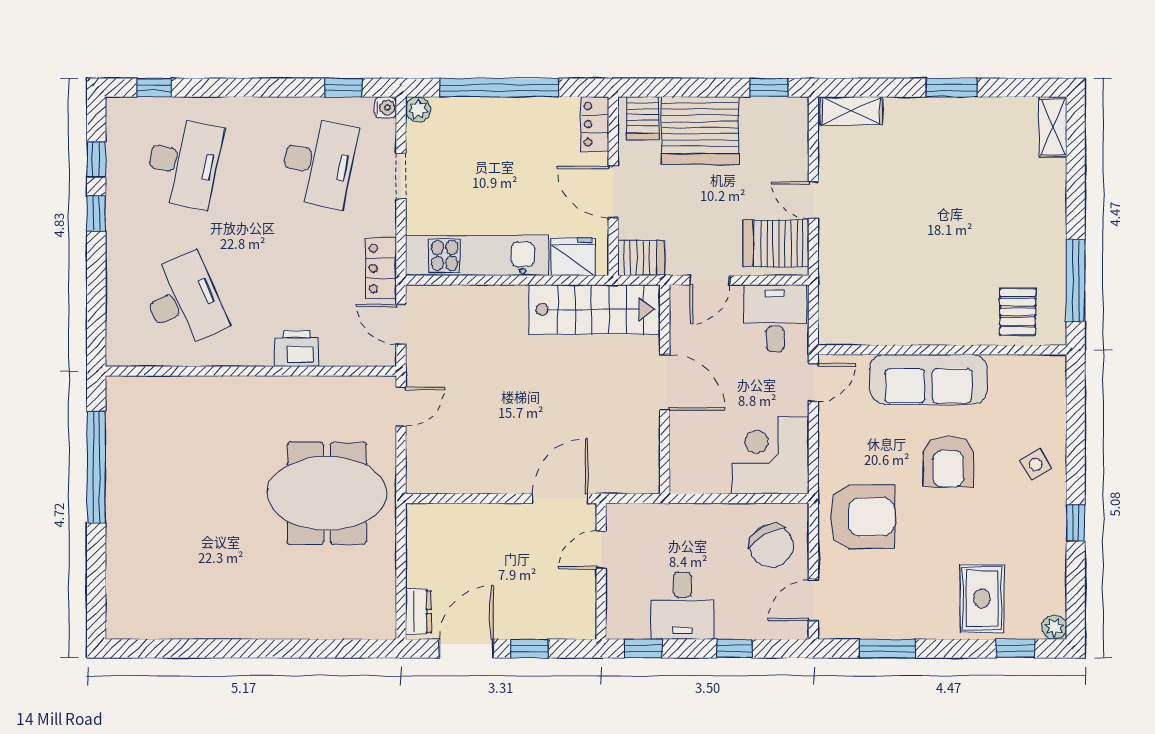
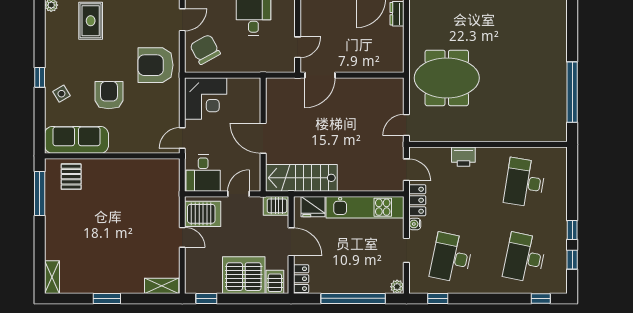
water cooler: (386, 108) -> (415, 224), moved
desk: (183, 301) -> (525, 183), turned 33
sofa: (928, 379) -> (76, 140), moved
window: (1076, 523) -> (40, 77), moved

